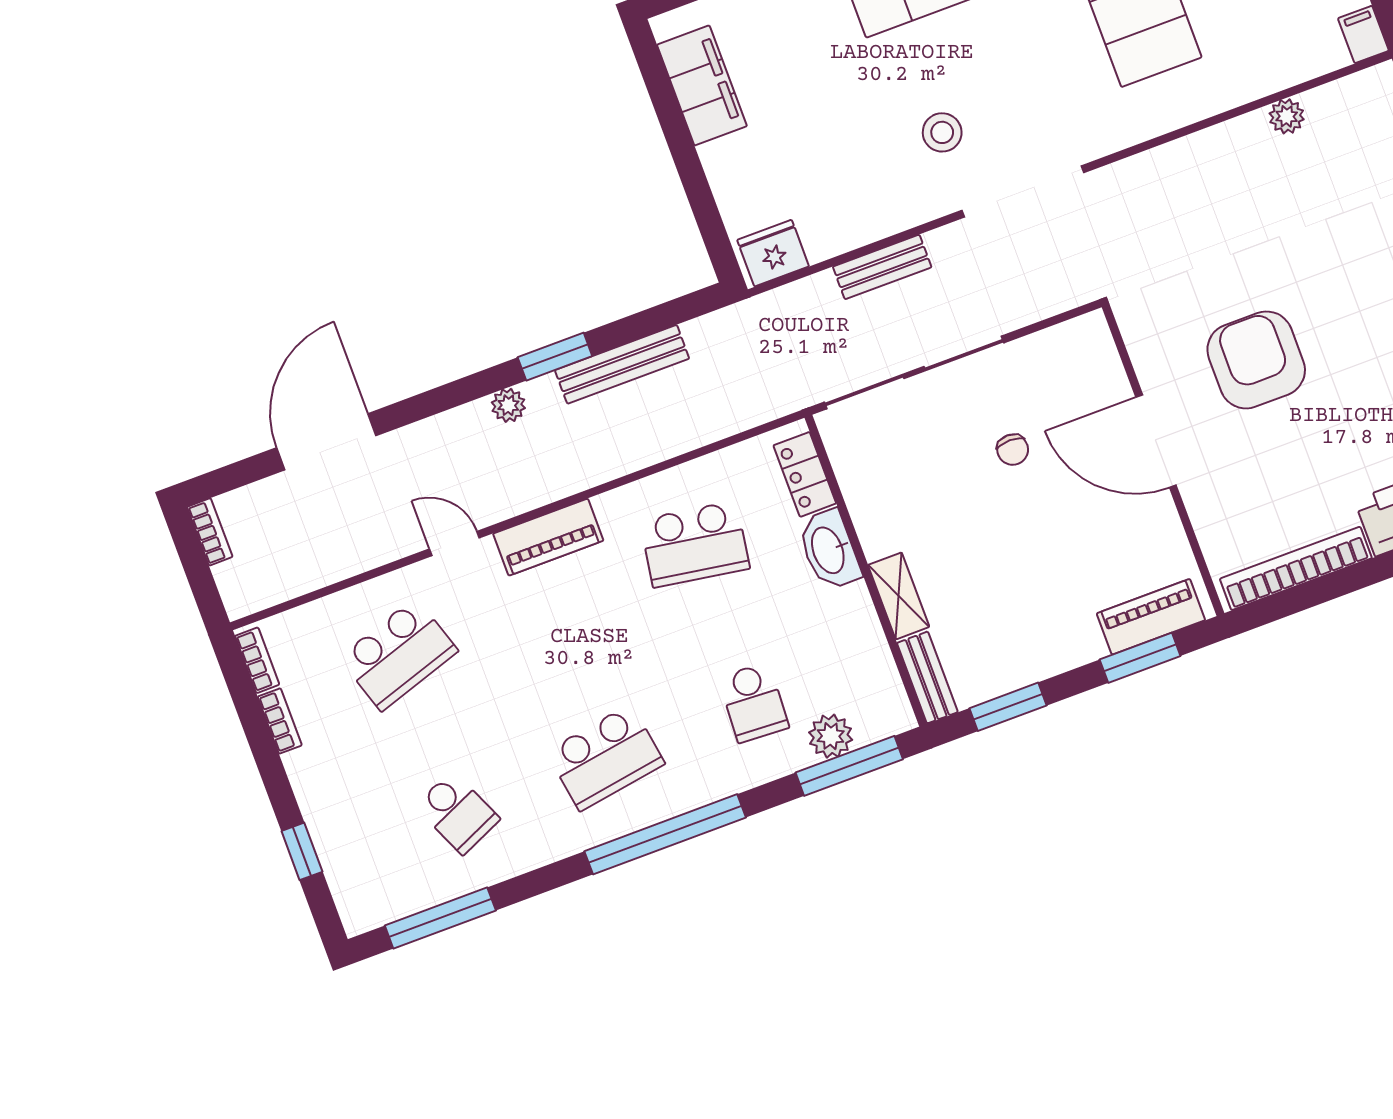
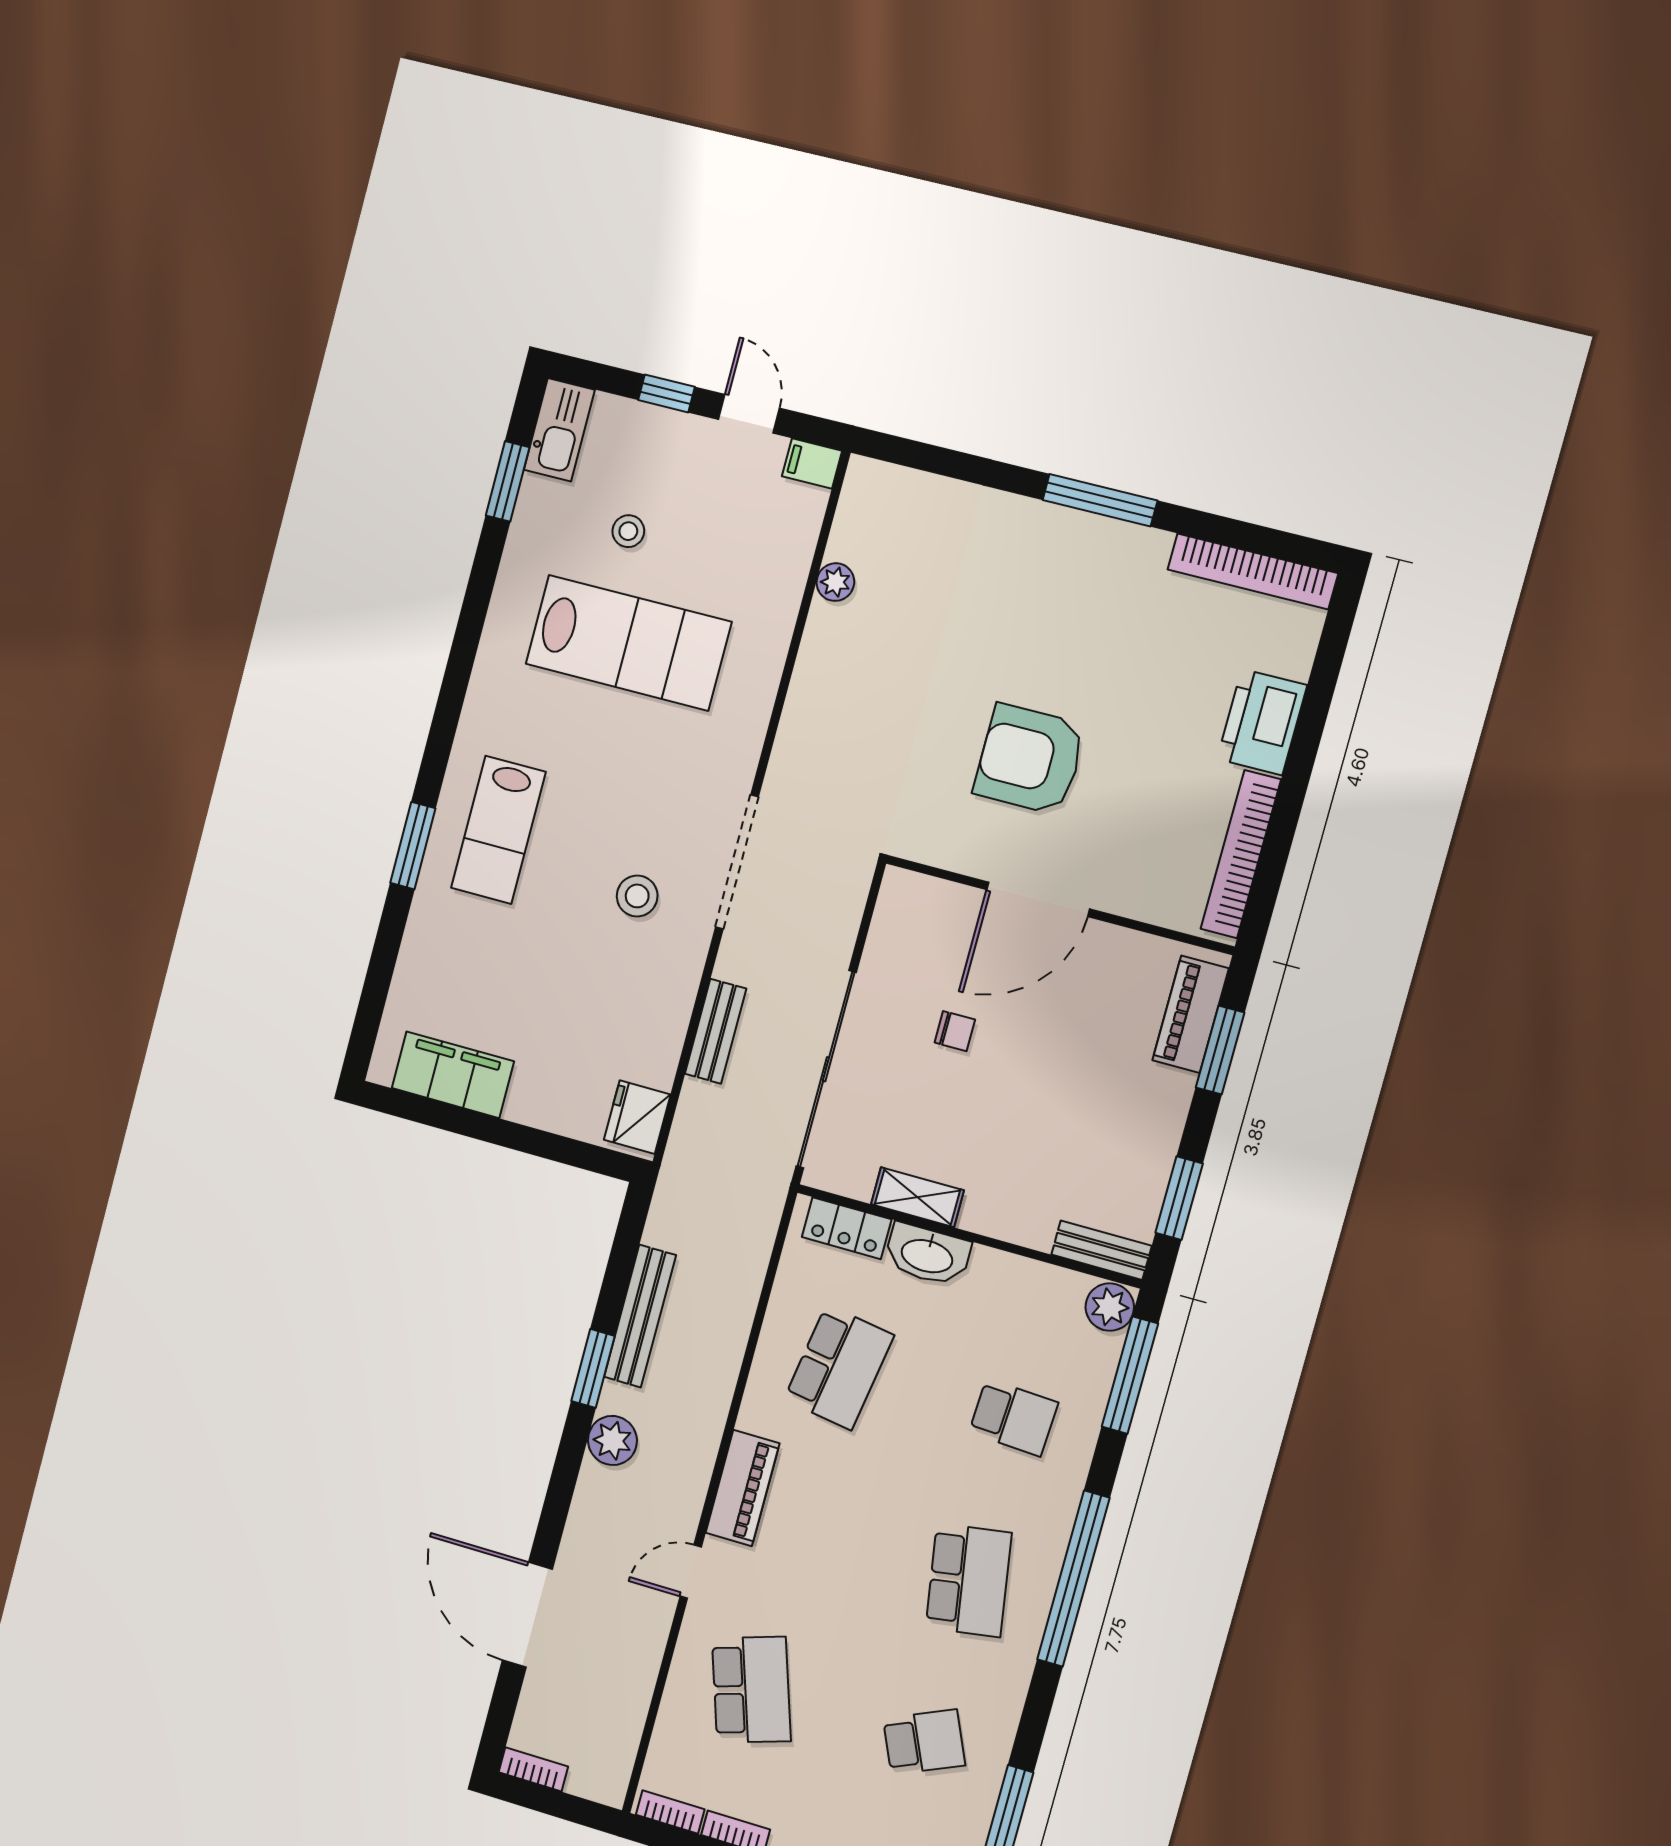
plant: (508, 405) -> (612, 1440), width x1.38, depth x1.38
shelving: (899, 596) -> (917, 1197), moved
plant: (831, 736) -> (1110, 1307), moved

